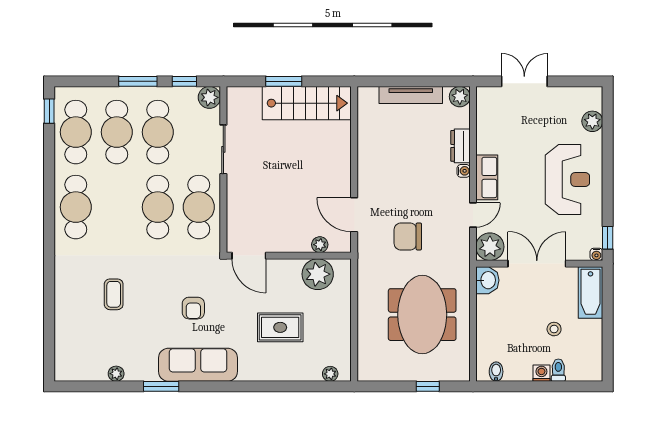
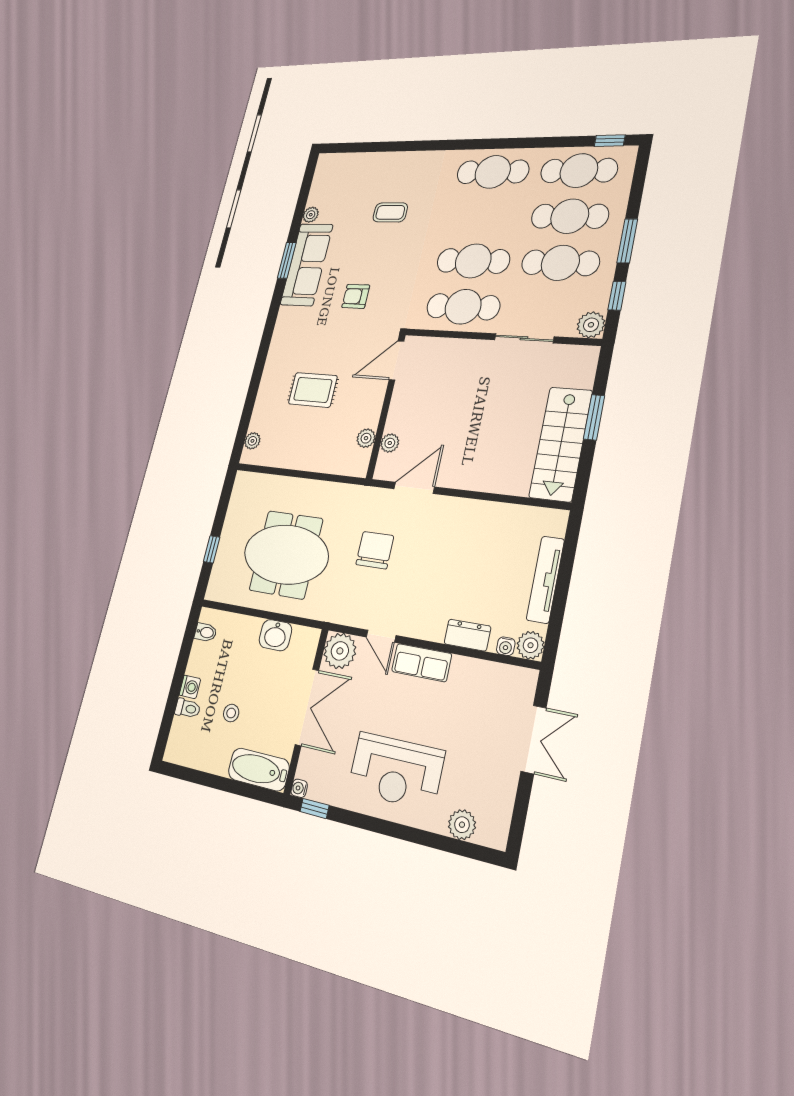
water cooler: (464, 171) -> (506, 646), moved
plant: (318, 274) -> (366, 438), width x0.53, depth x0.53
washbasin: (487, 280) -> (275, 635), moved
rug: (280, 327) -> (313, 390), turned 90
sofa: (198, 365) -> (307, 265), moved

